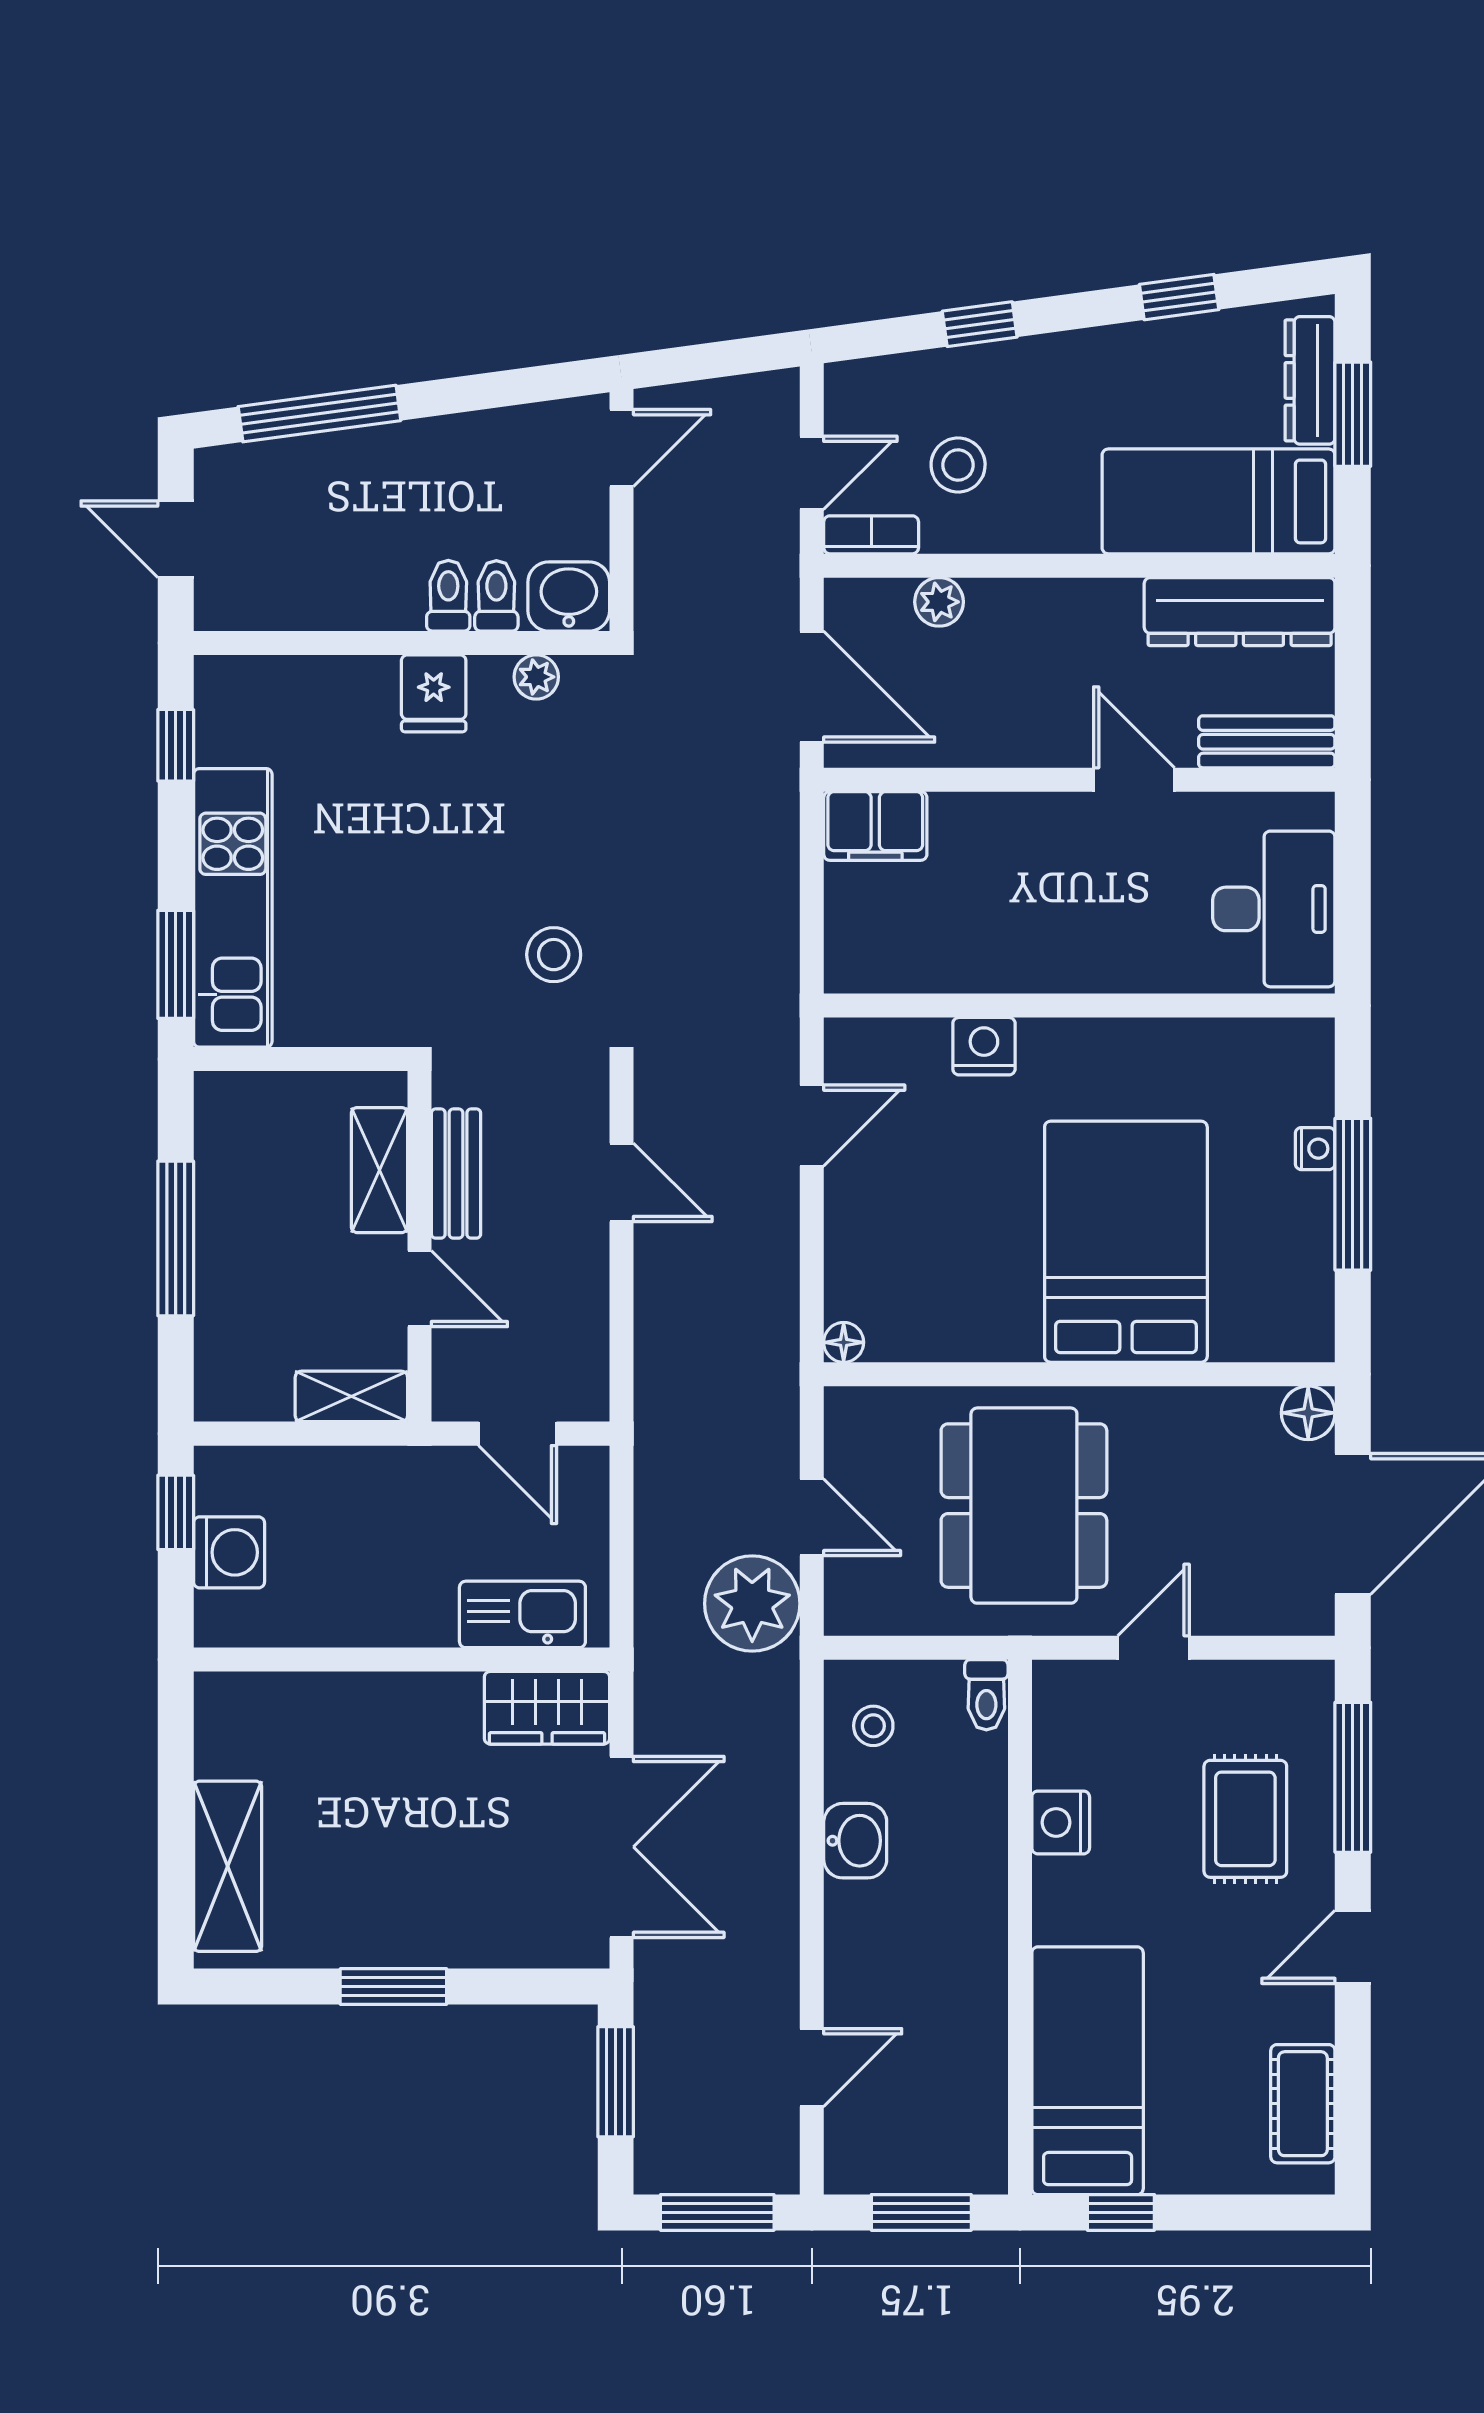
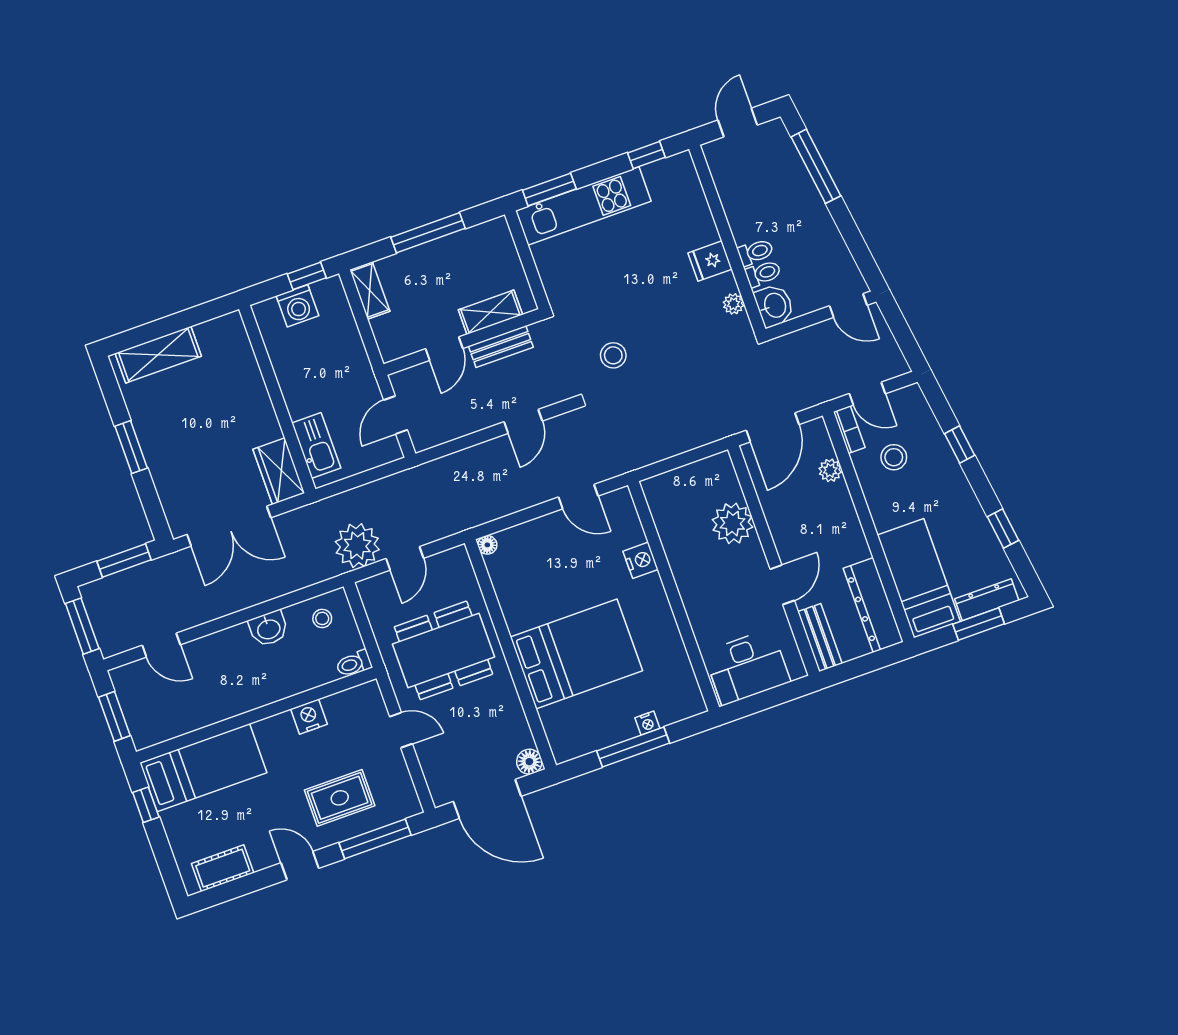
filing cabinet: (875, 826) -> (721, 477), removed
plant: (976, 835) -> (733, 523), added
shelving: (351, 1396) -> (370, 290), moved

